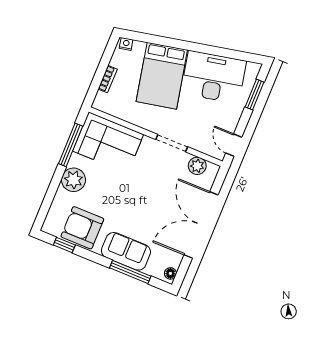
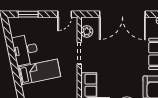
bed: (162, 76) -> (39, 72), width x0.67
desk: (214, 77) -> (25, 50), width x0.73, depth x0.77

